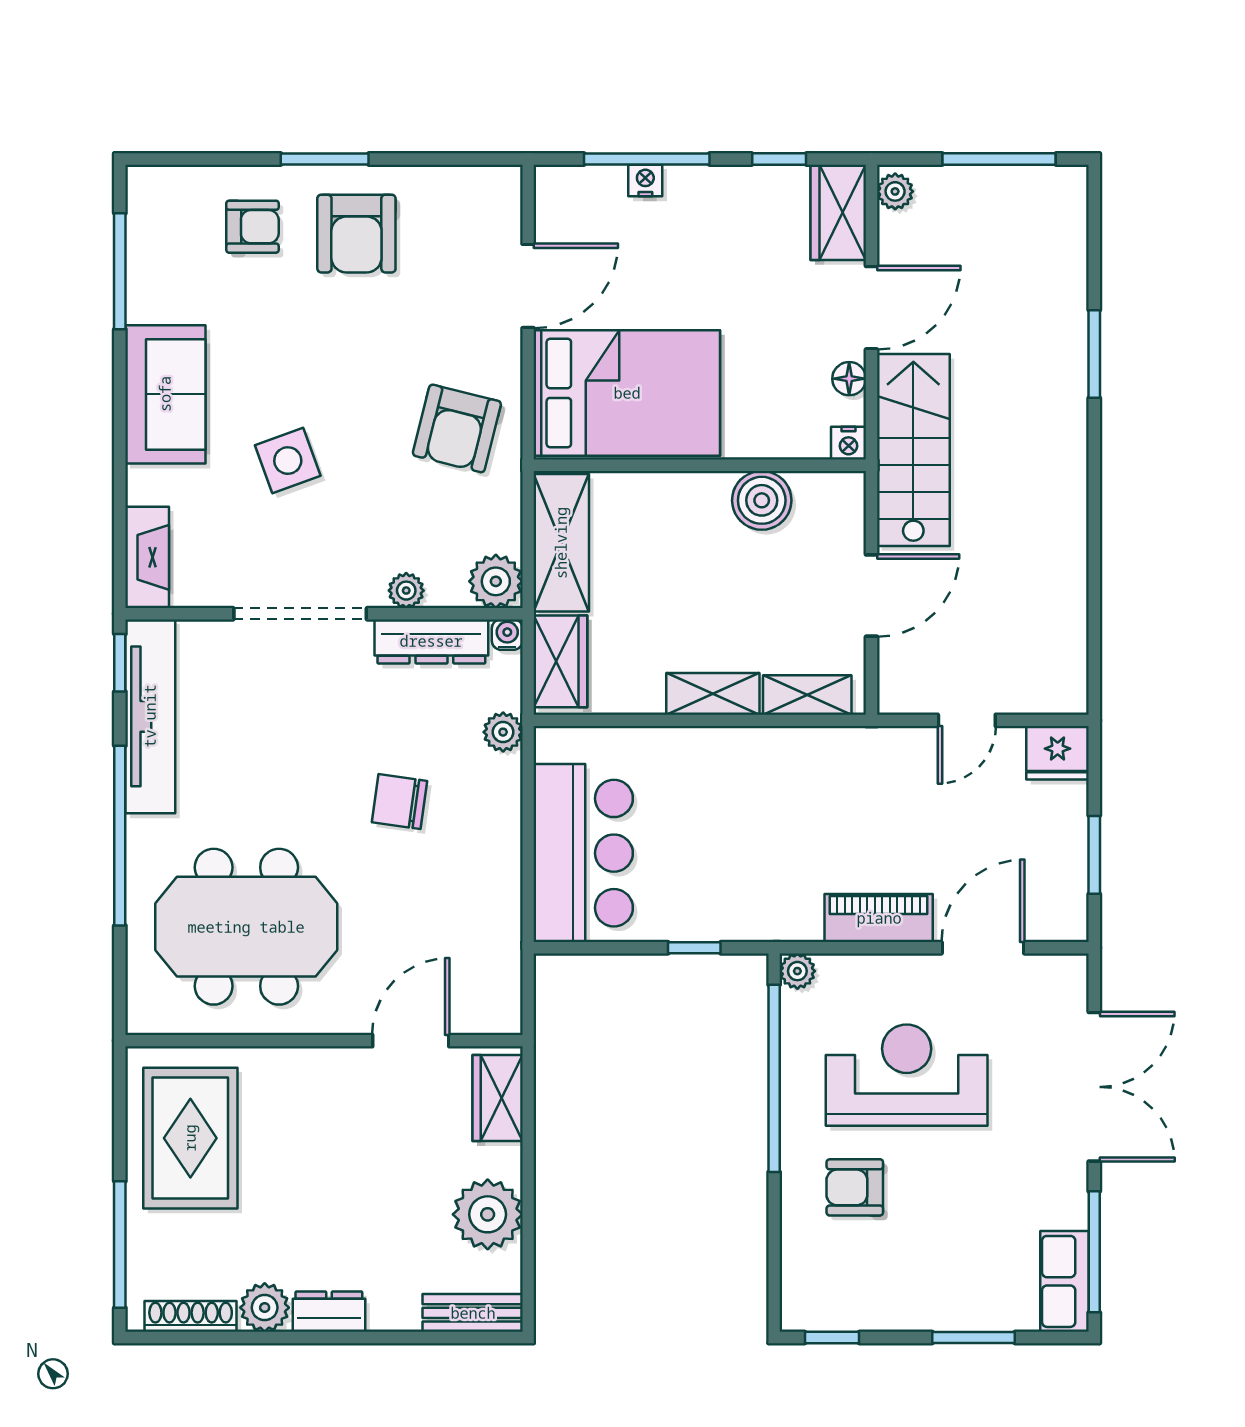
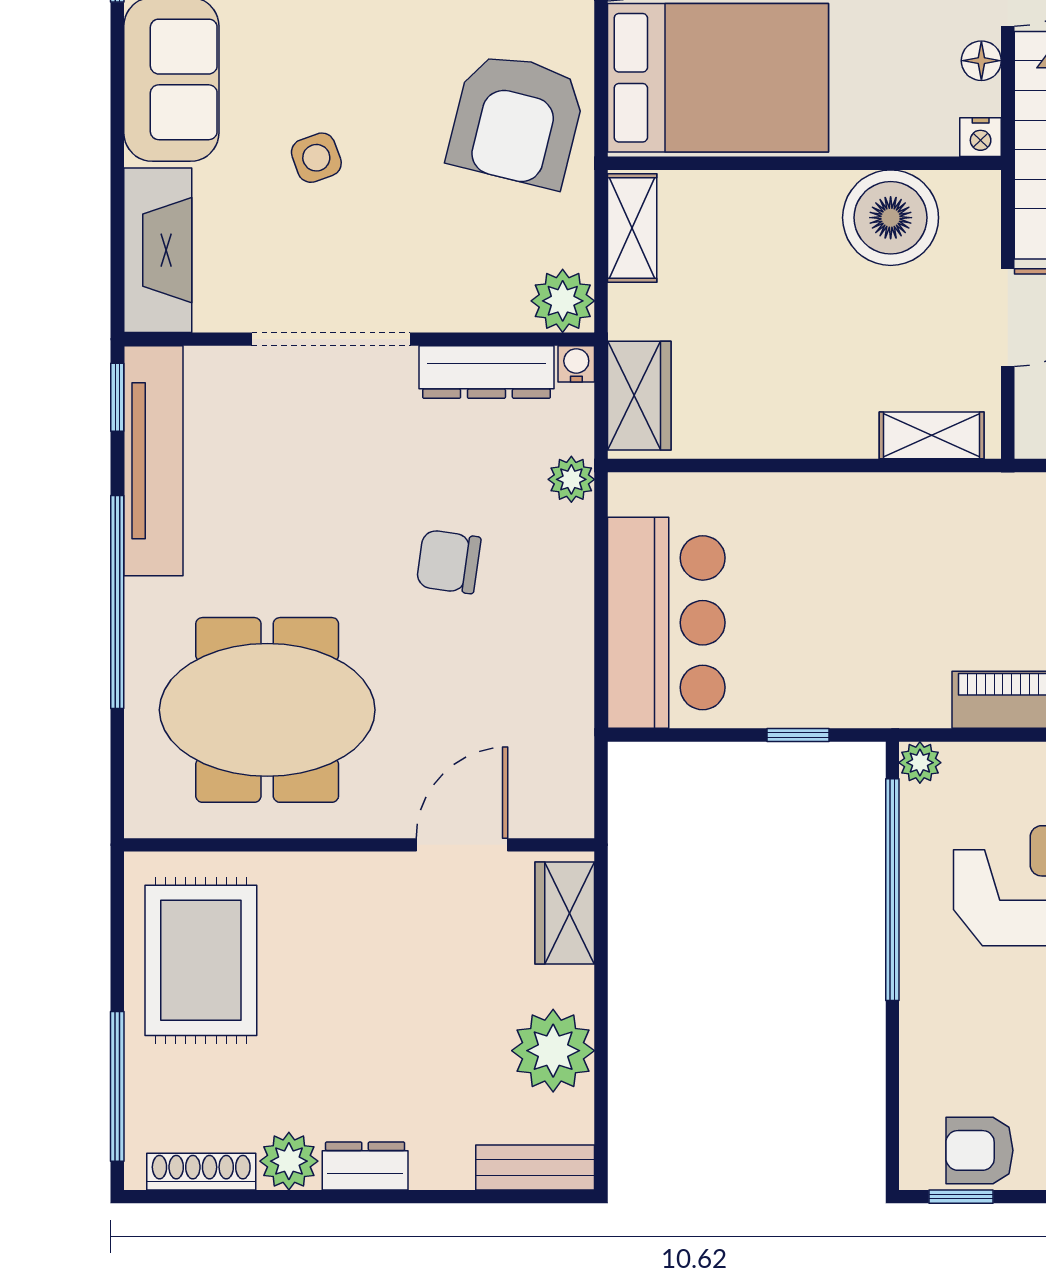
armchair: (457, 428) -> (517, 120), width x1.36, depth x1.36
side table: (288, 461) -> (316, 158), width x0.73, depth x0.73
boiler: (762, 500) -> (891, 218), width x1.37, depth x1.37
shelving: (561, 543) -> (632, 228), width x0.67, depth x0.75
fireplace: (147, 557) -> (158, 250), width x1.37, depth x1.32
plant: (406, 591) -> (457, 312), removed
shelving: (713, 694) -> (820, 434), removed
armchair: (855, 1187) -> (979, 1150), moved

